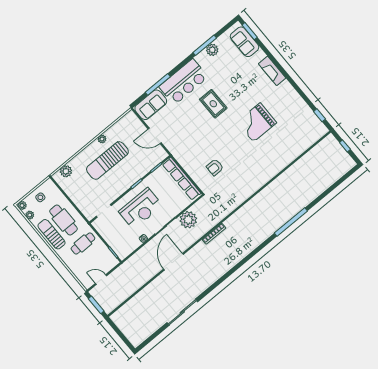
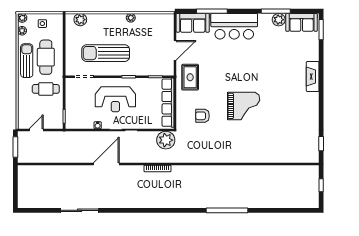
sofa: (244, 42) -> (302, 22), moved, turned -90
rug: (213, 104) -> (190, 77), moved
grand piano: (257, 122) -> (244, 106), moved, turned 180
door: (155, 136) -> (175, 50), swing flipped
sun lounger: (107, 160) -> (106, 53), moved
plant: (188, 220) -> (166, 140), moved
door: (101, 280) -> (36, 130), hinge flipped

